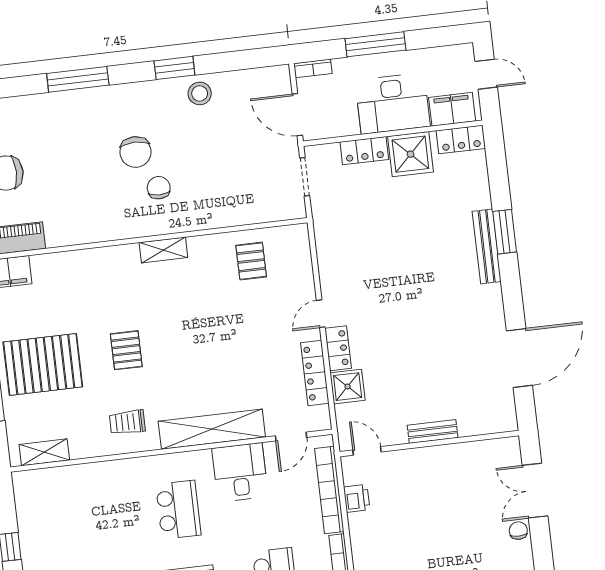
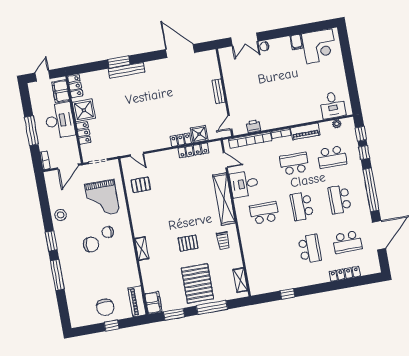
window: (174, 68) -> (51, 241), moved
grand piano: (228, 180) -> (102, 198), added
shelving: (163, 250) -> (142, 249), moved
door: (321, 314) -> (137, 154), moved

